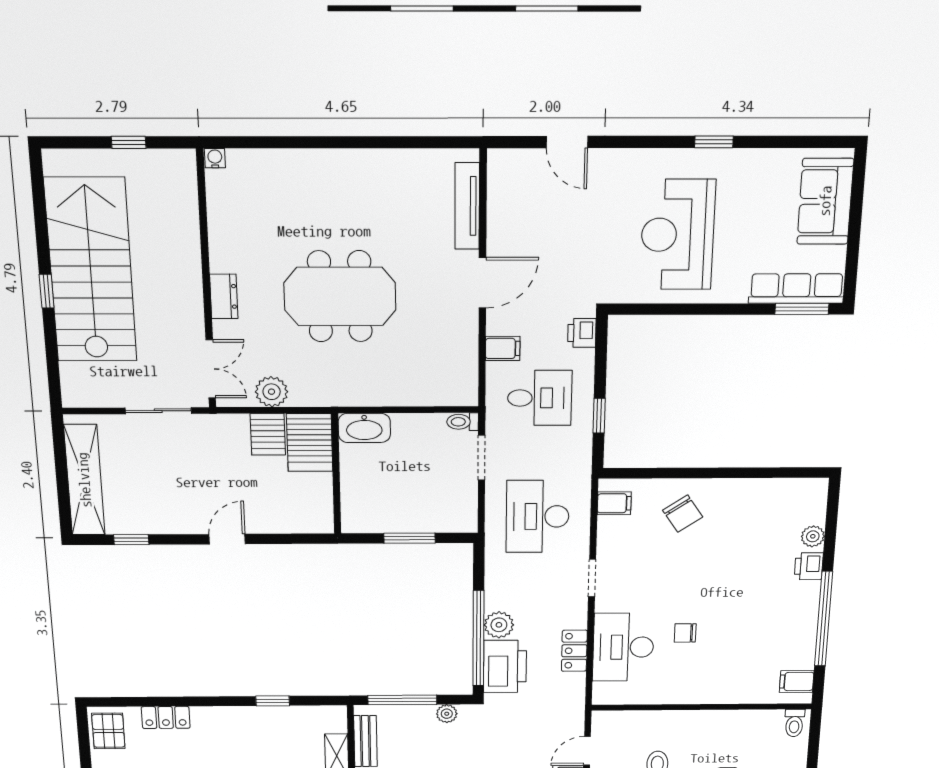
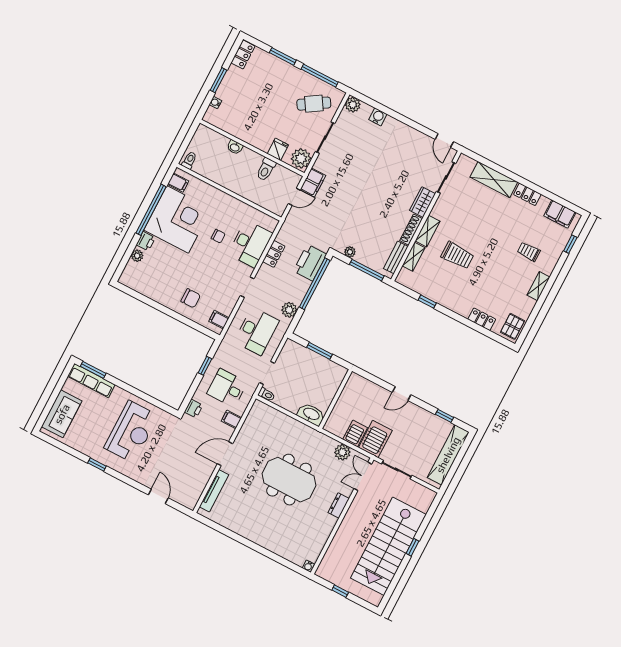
server rack: (310, 442) -> (375, 439), moved
chair: (683, 514) -> (191, 298), turned 124
plant: (499, 625) -> (289, 310), moved
corner desk: (769, 626) -> (178, 219), added

